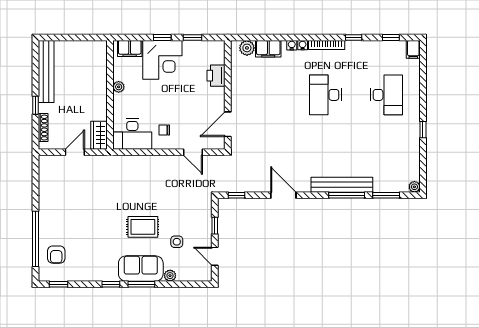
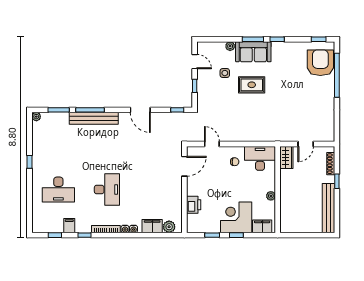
filing cabinet: (413, 49) -> (69, 226), moved
desk: (387, 95) -> (58, 190), turned -90
armchair: (56, 255) -> (320, 63), width x1.88, depth x1.88

